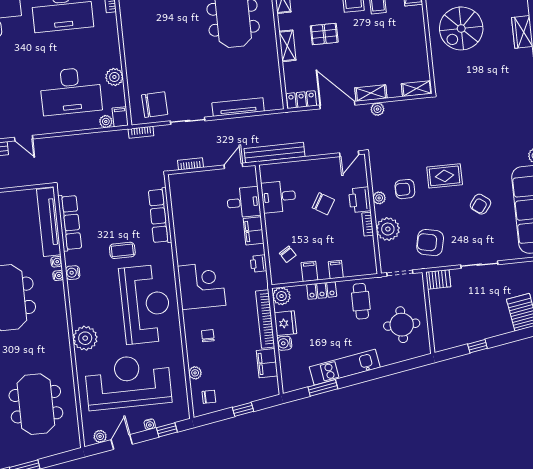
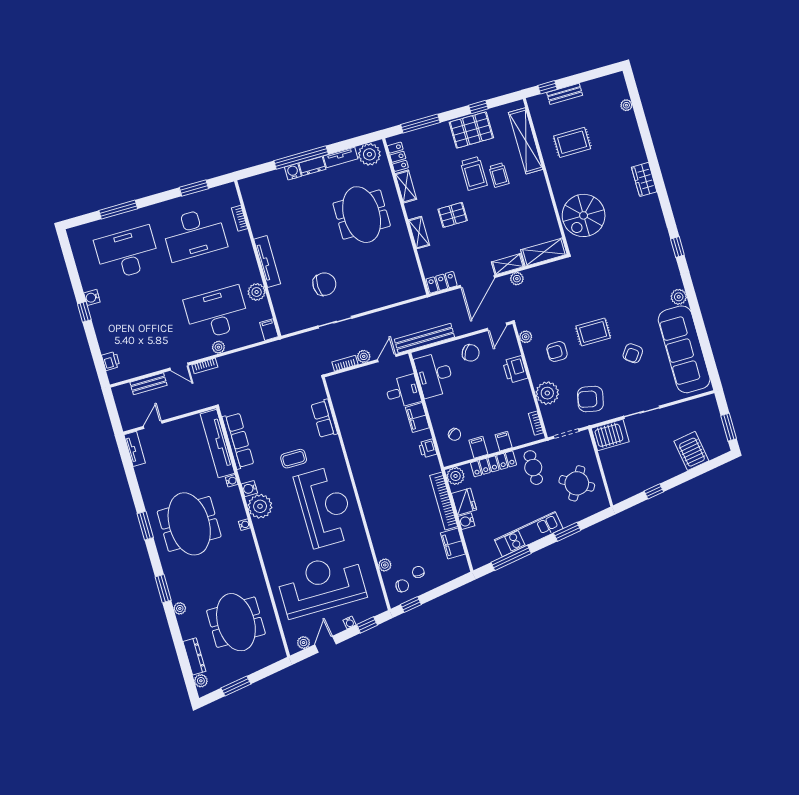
spiral stairs: (461, 28) -> (584, 215), moved
shelving: (417, 89) -> (544, 252), width x1.50, depth x1.33
desk: (71, 91) -> (217, 313), turned 180
chair: (155, 105) -> (324, 284), moved
door: (337, 105) -> (477, 282), swing flipped
tv unit: (238, 107) -> (267, 261), moved, turned 90
plant: (106, 121) -> (218, 347), moved
bookcase: (141, 132) -> (205, 366), moved
plant: (210, 160) -> (364, 356), added
desk: (279, 197) -> (434, 375), width x1.37
plant: (379, 198) -> (526, 337), moved
chair: (323, 204) -> (471, 353), moved
row of seats: (160, 216) -> (324, 419), width x0.68
bookcase: (368, 224) -> (536, 423), moved
water cooler: (58, 276) -> (244, 525), moved
server rack: (438, 279) -> (610, 435), width x1.36, depth x1.44
corner desk: (202, 286) -> (376, 479), removed
locker: (322, 291) -> (493, 464), width x1.53
round table: (402, 325) -> (577, 483), turned 30
chair: (208, 336) -> (418, 572), moved
plant: (85, 338) -> (260, 506), moved
window: (384, 371) -> (567, 532), added
window: (323, 388) -> (511, 558), width x1.44
window: (243, 409) -> (411, 605), moved

